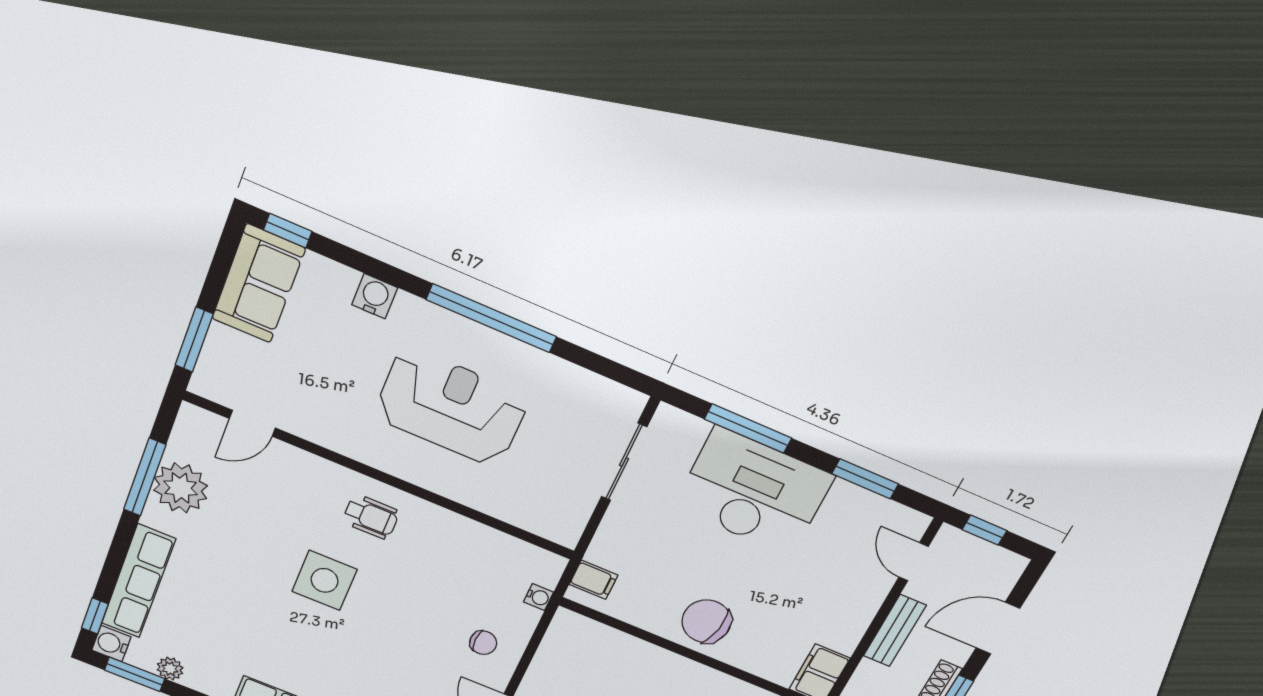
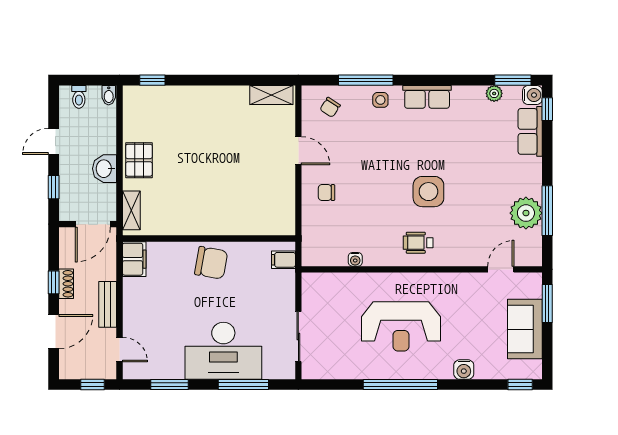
sofa: (258, 284) -> (525, 329), moved
row of seats: (138, 581) -> (530, 131), width x0.68
water cooler: (538, 597) -> (355, 259), moved, turned -90

